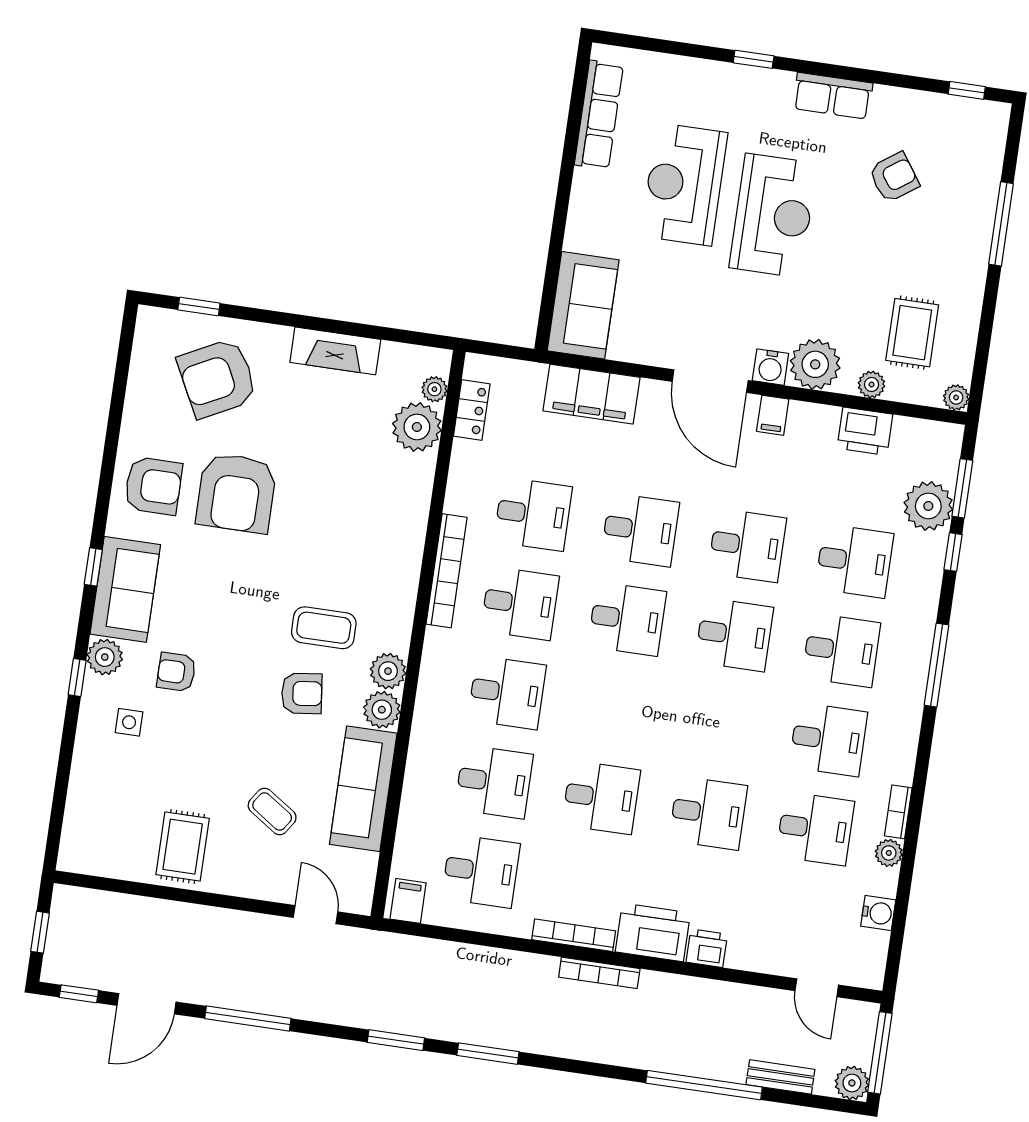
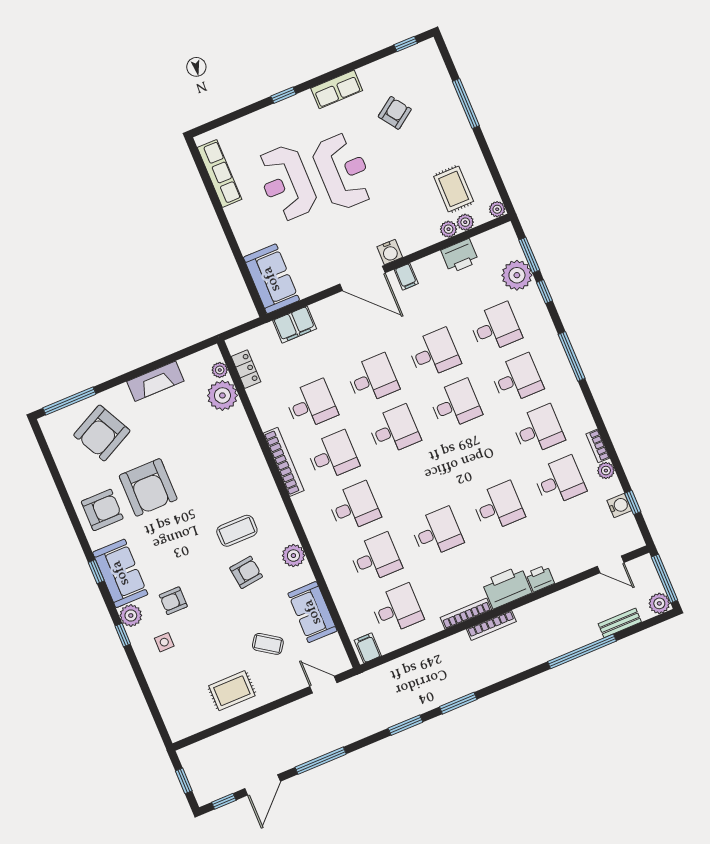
window: (199, 306) -> (69, 401), width x2.17
plant: (815, 364) -> (465, 222), moved, width x0.53, depth x0.53
filing cabinet: (591, 394) -> (295, 325), width x0.67, depth x0.86
plant: (388, 671) -> (285, 533), removed
sofa: (363, 789) -> (312, 612), width x0.73
rug: (183, 847) -> (232, 691), turned 90
window: (899, 920) -> (633, 502), added

